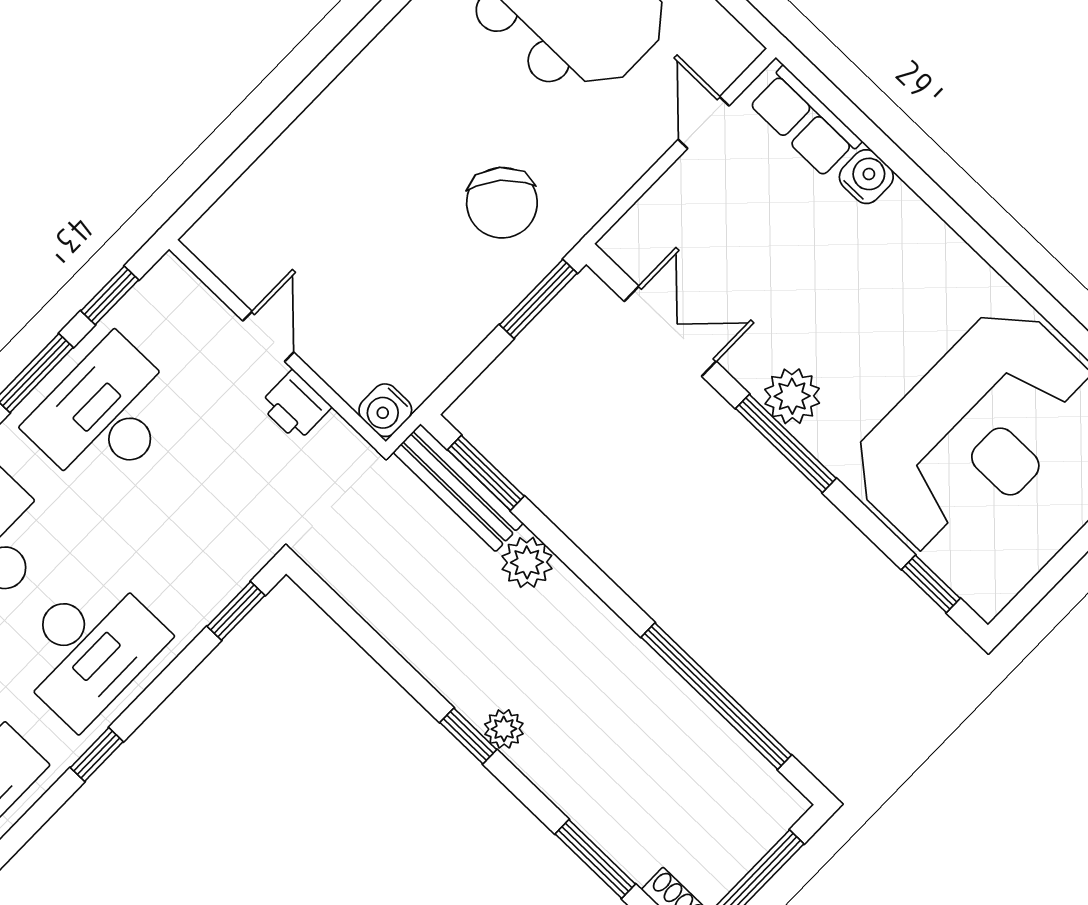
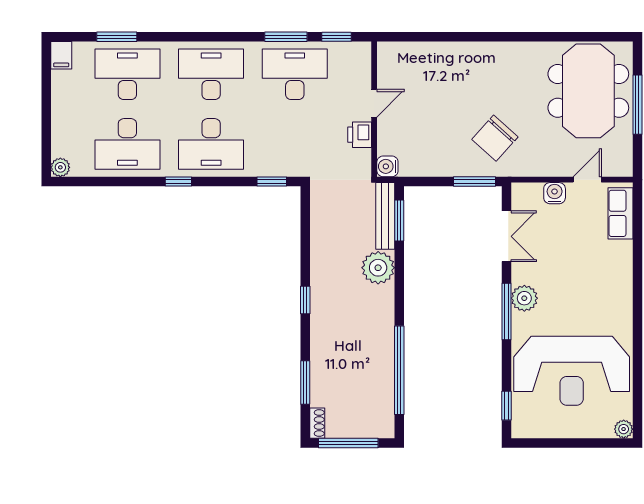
water cooler: (866, 177) -> (555, 193), moved, turned -90
plant: (527, 562) -> (378, 268), width x1.36, depth x1.36
plant: (504, 729) -> (319, 310), removed

